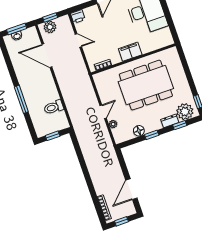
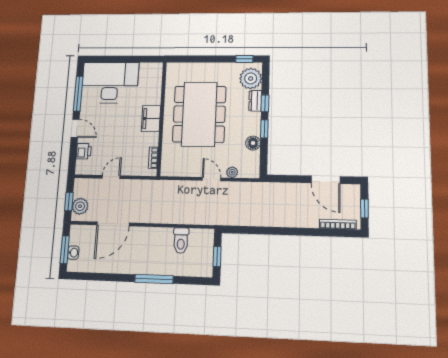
printer: (78, 17) -> (84, 151), moved
window: (180, 125) -> (265, 103), moved

